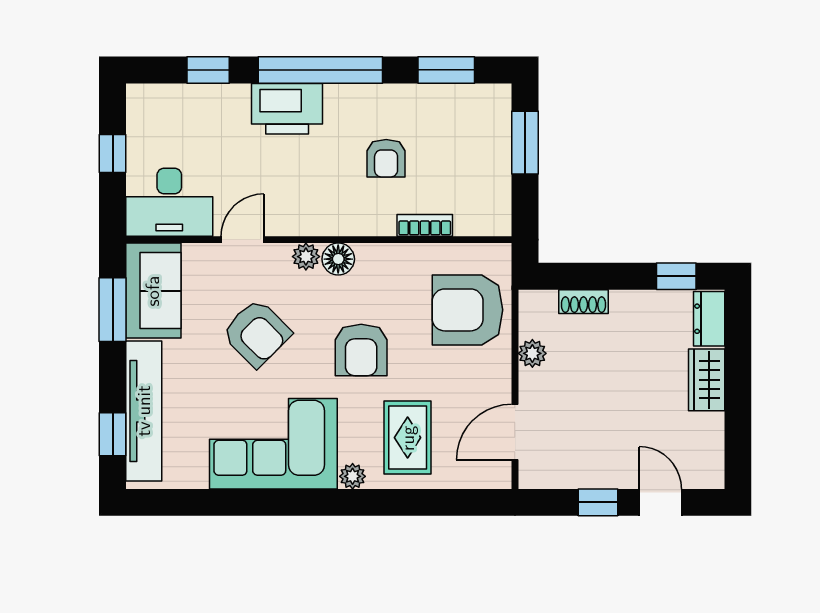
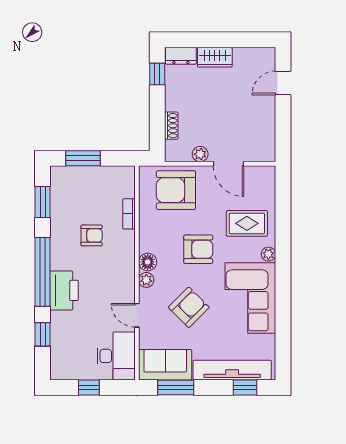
armchair: (467, 310) -> (176, 190), turned 90
door: (515, 432) -> (228, 164), moved
window: (598, 502) -> (283, 118), removed

